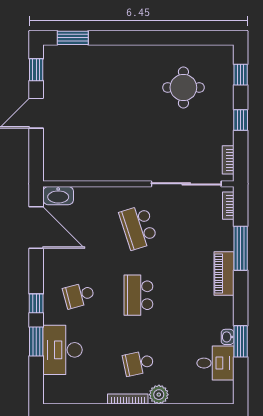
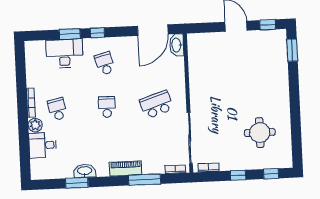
school desk: (138, 295) -> (107, 107), width x0.54
washbasin: (228, 337) -> (85, 171), width x1.91, depth x1.45
desk: (215, 363) -> (43, 145), moved, turned 90

